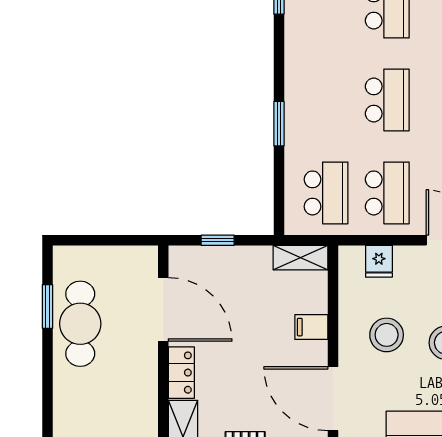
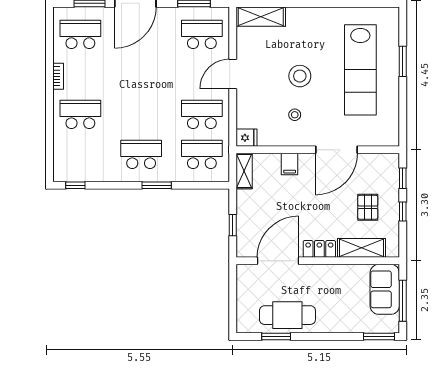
school desk: (387, 100) -> (141, 154), moved
fridge: (379, 261) -> (247, 138), moved
stool: (387, 335) -> (295, 115), width x0.53, depth x0.53

